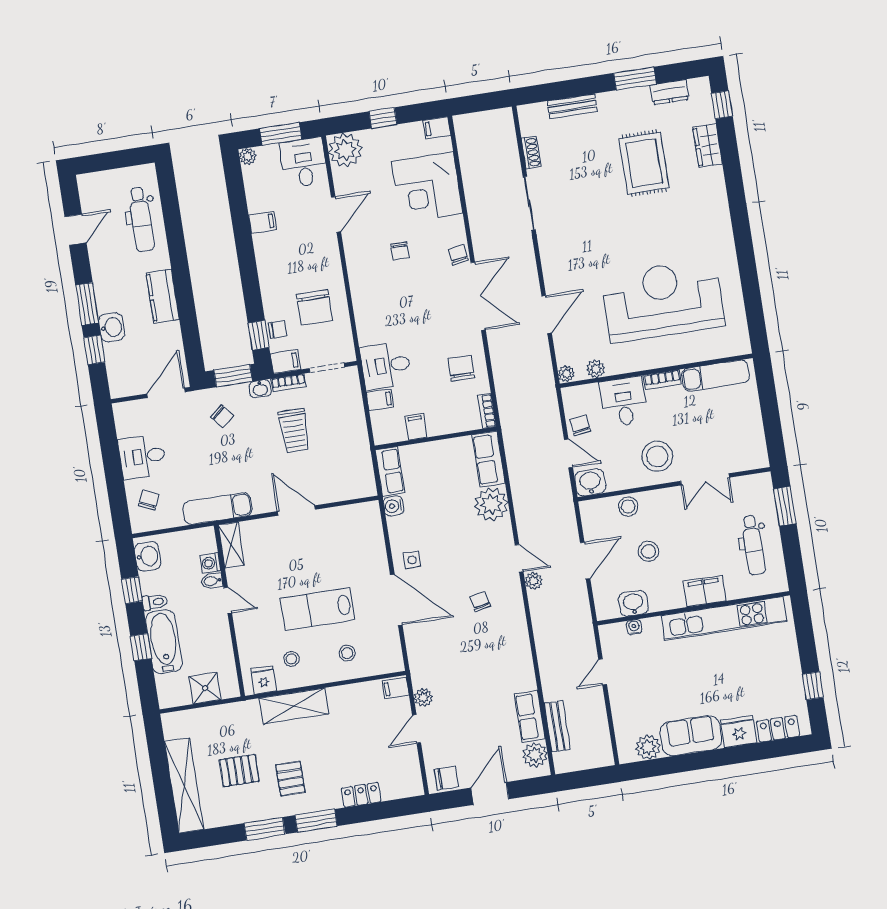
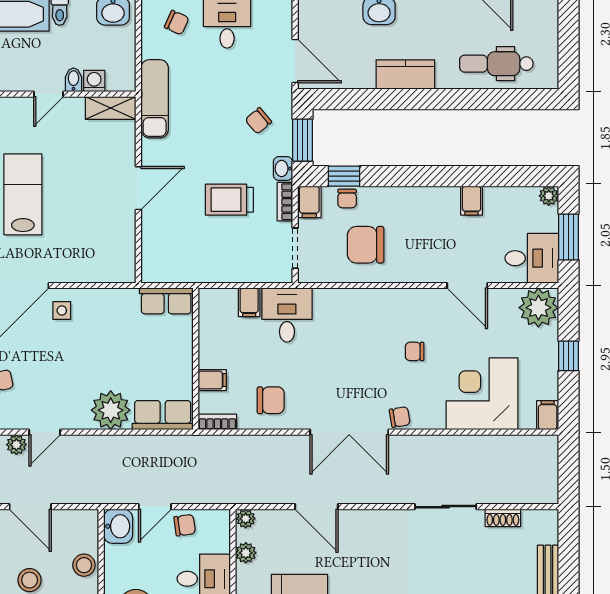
filing cabinet: (416, 427) -> (212, 380), moved
water cooler: (393, 506) -> (126, 299), removed

